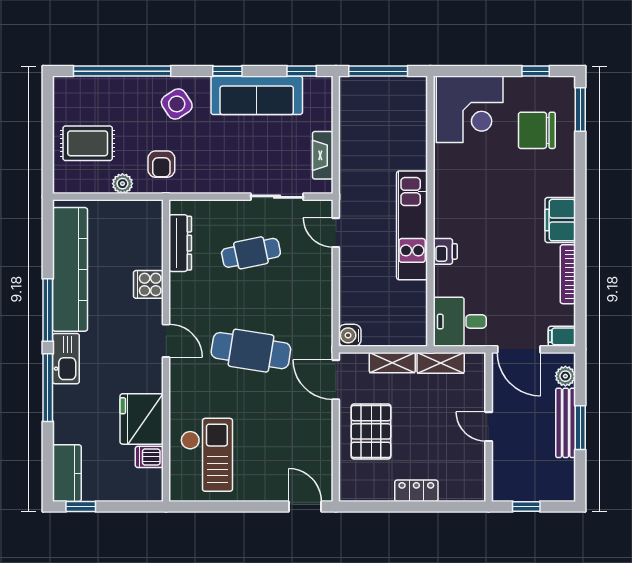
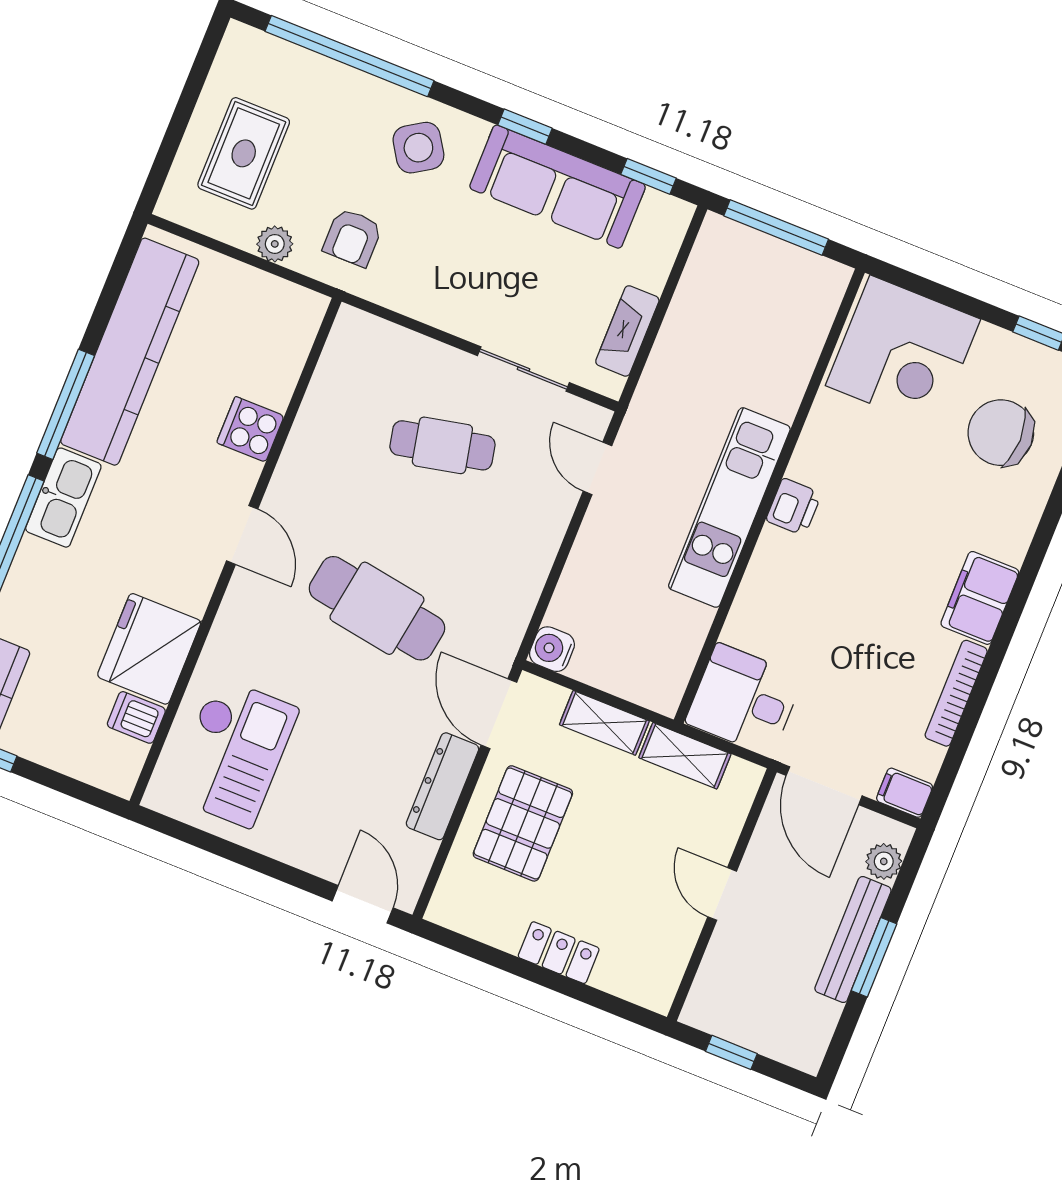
rug: (88, 143) -> (244, 153), turned 90
dresser: (180, 243) -> (443, 786), moved, turned 180
printer: (445, 251) -> (794, 507), moved

